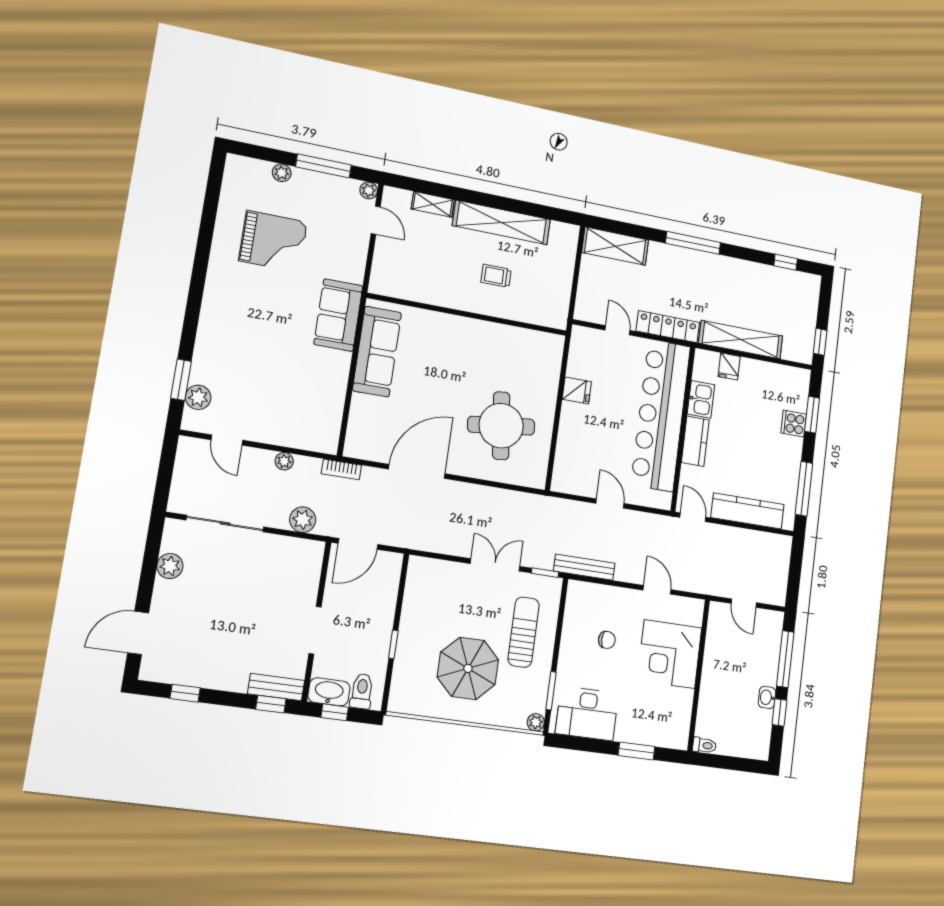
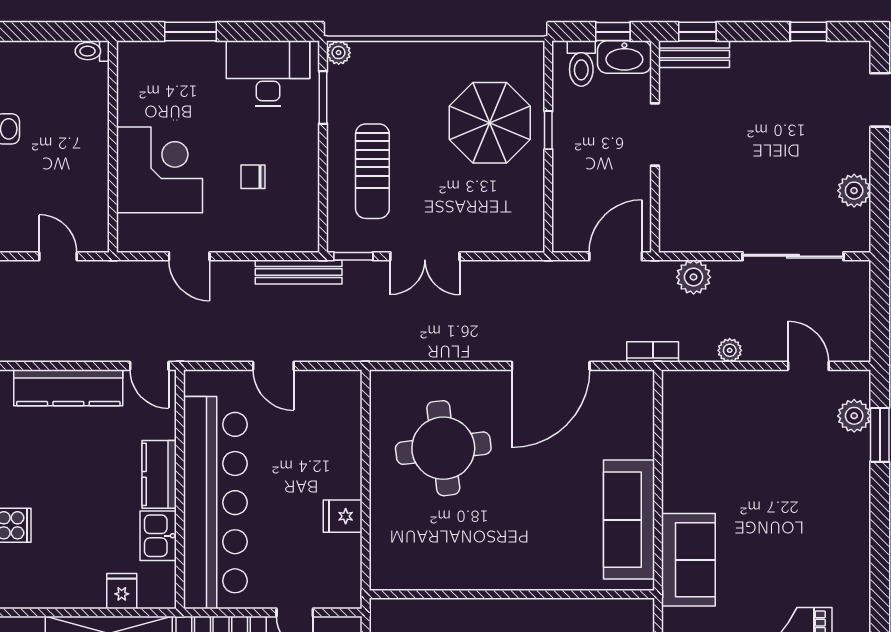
parasol: (468, 668) -> (490, 123), moved

